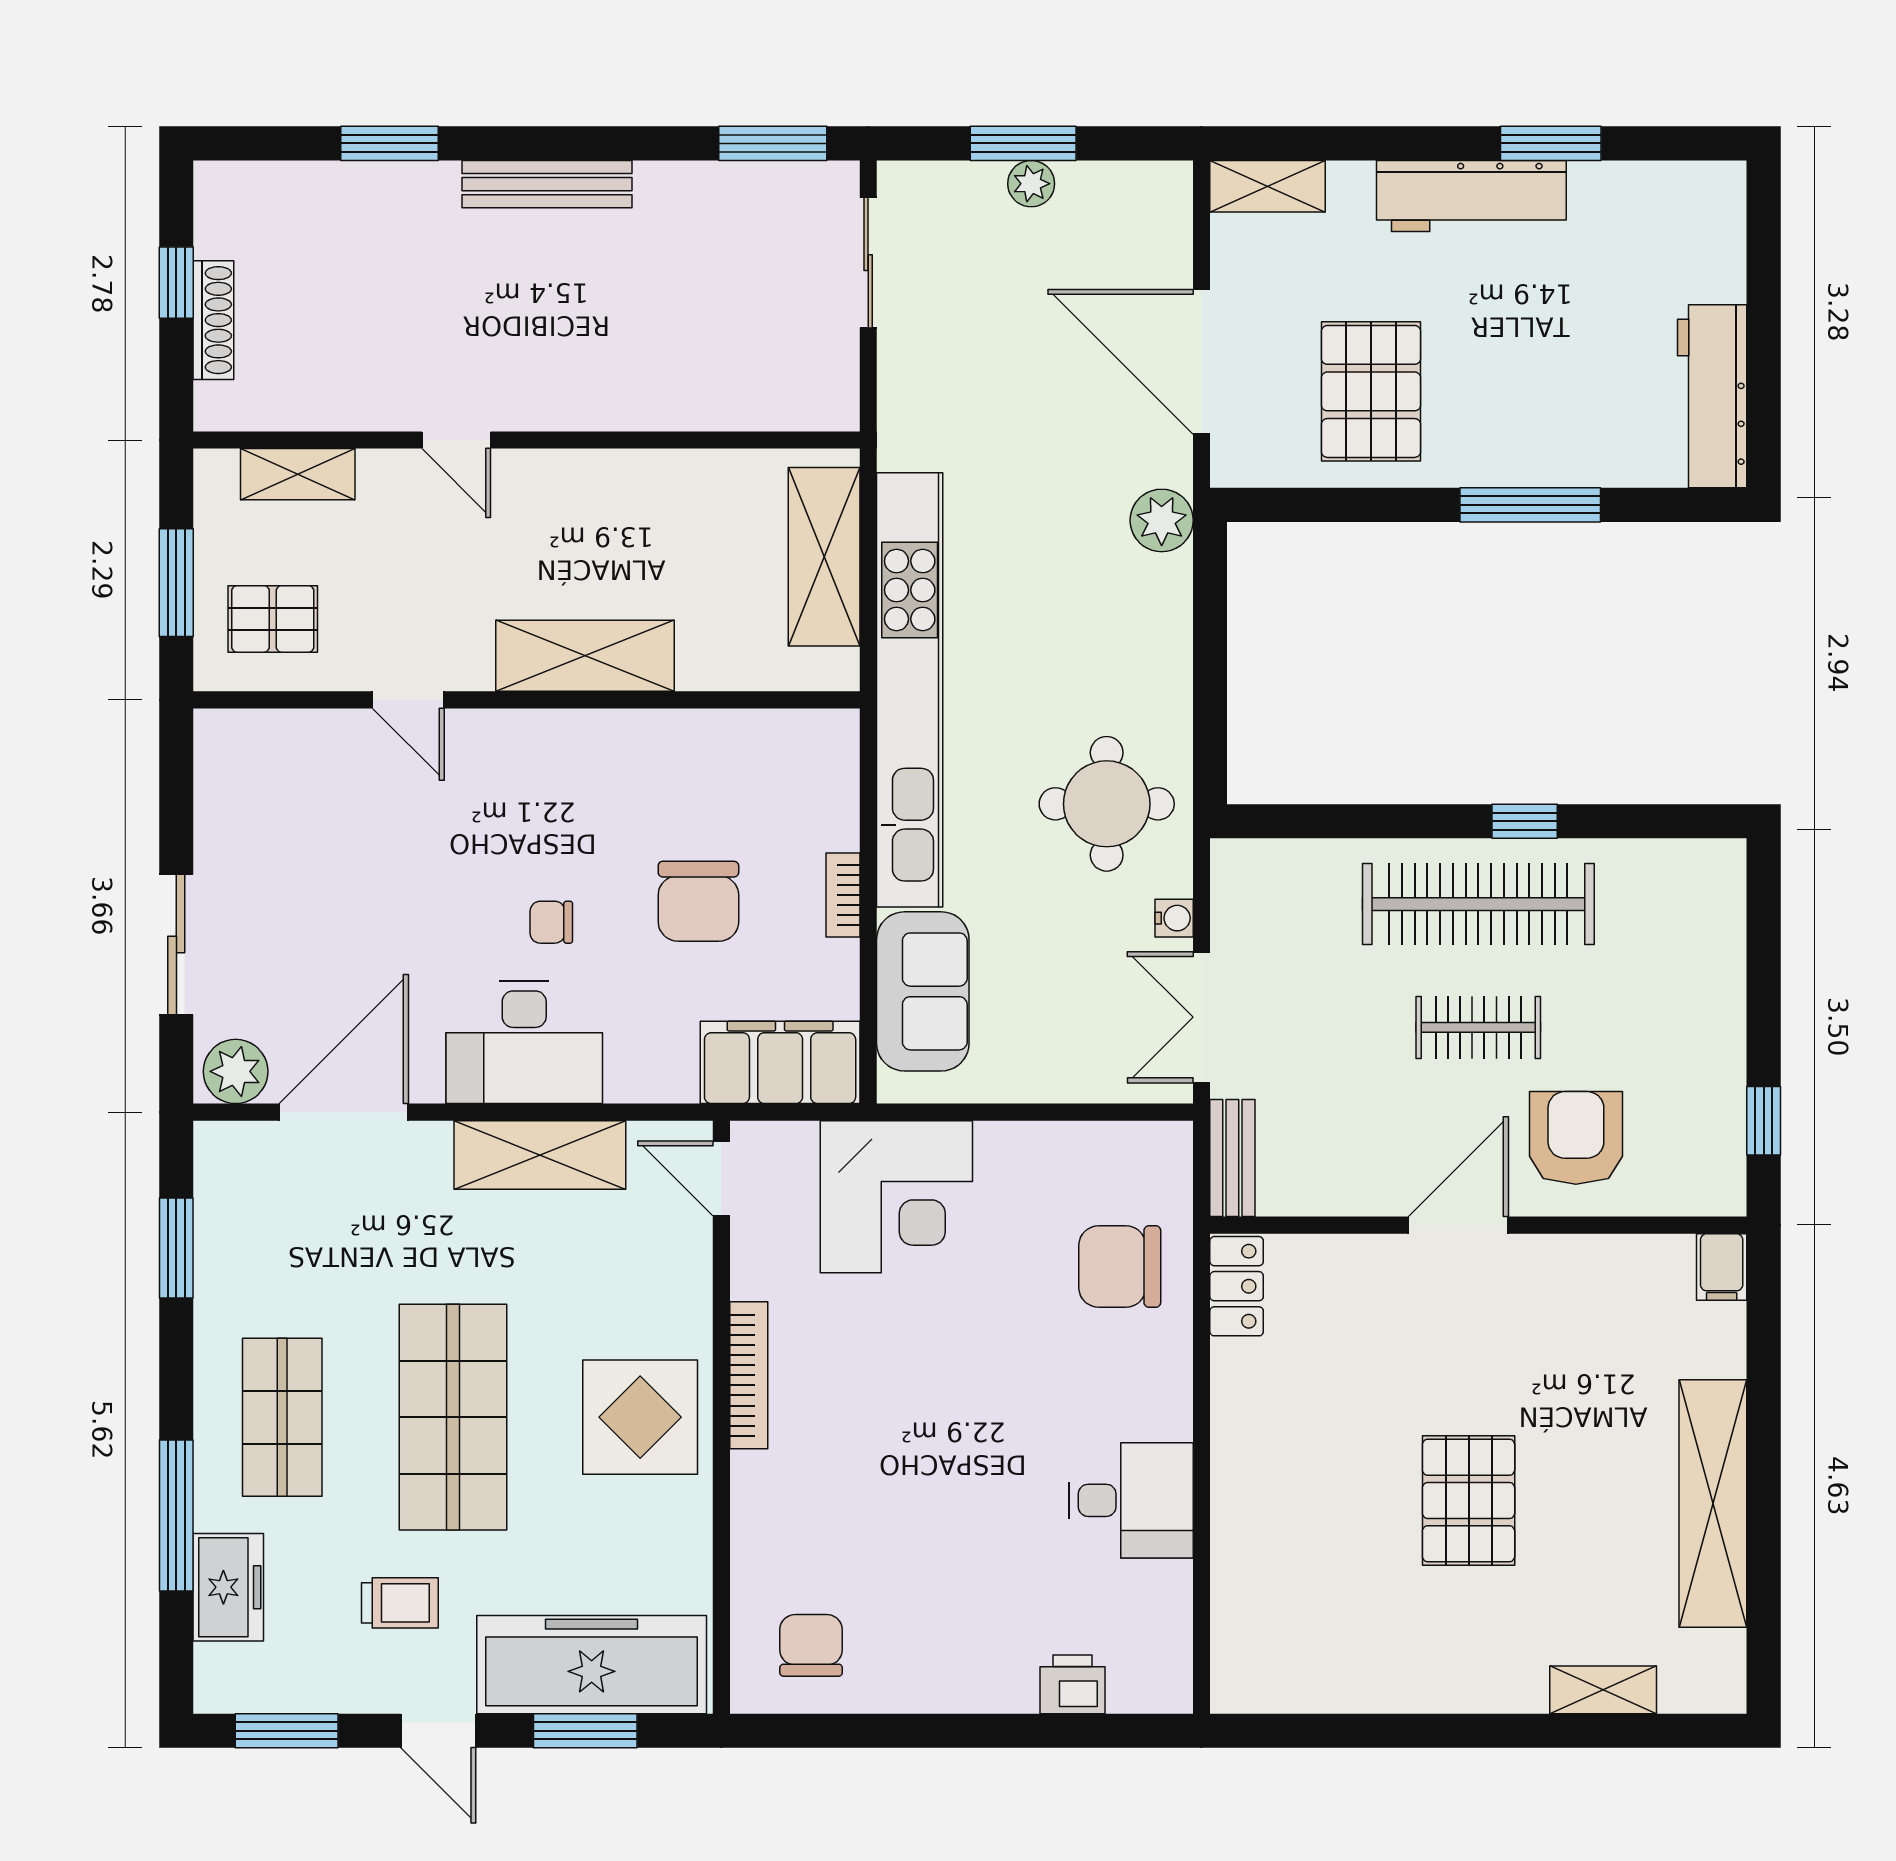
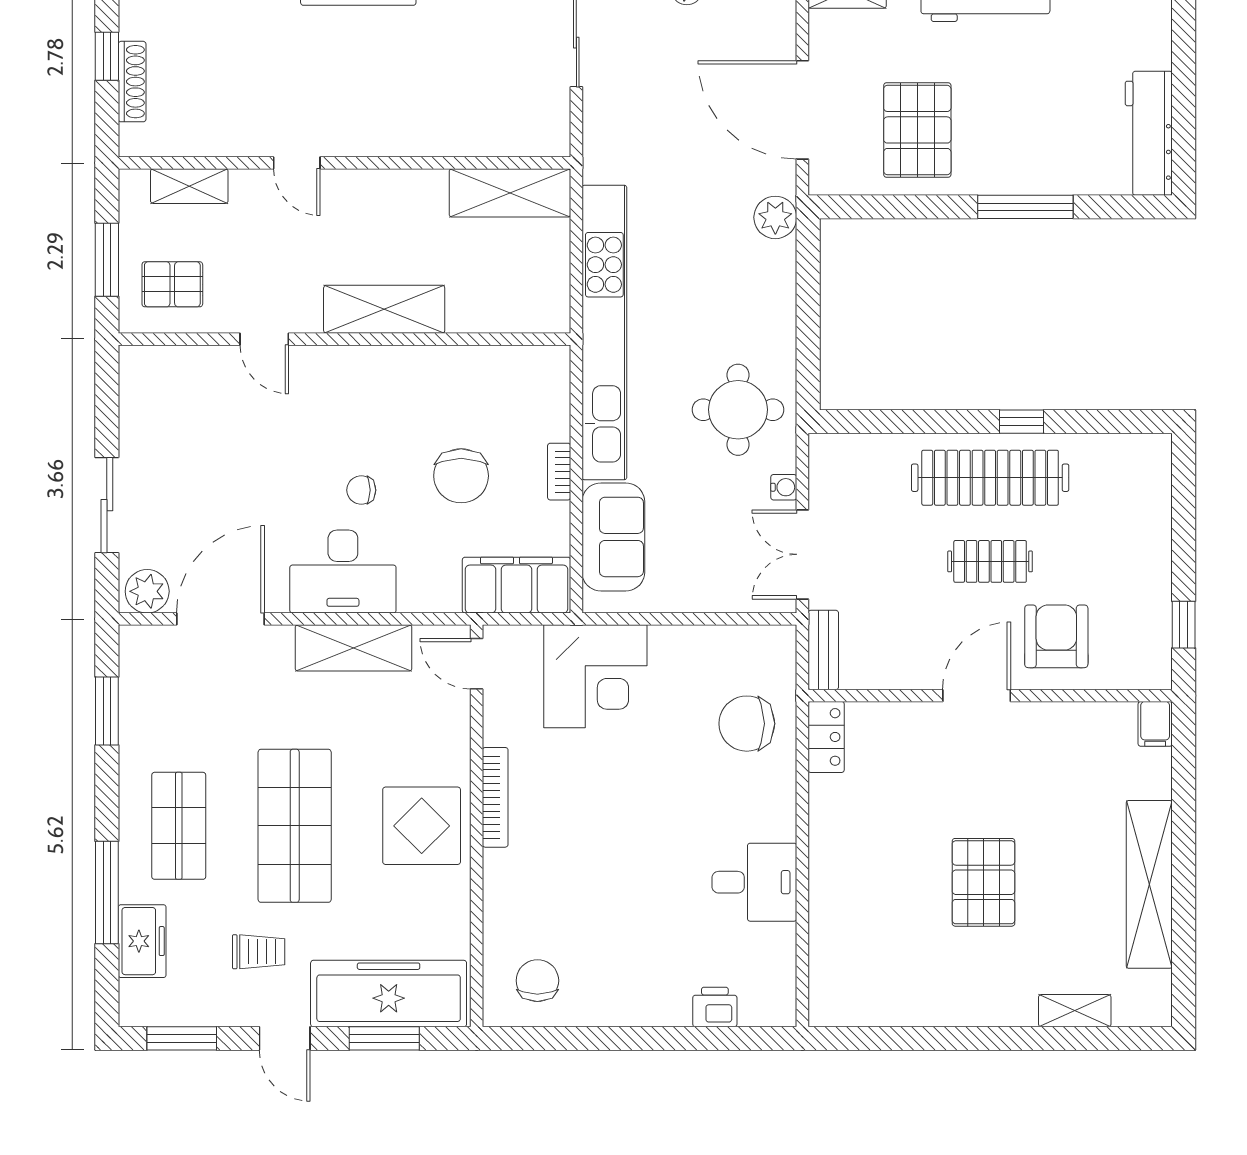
shelving: (824, 557) -> (510, 193), moved, turned 90

